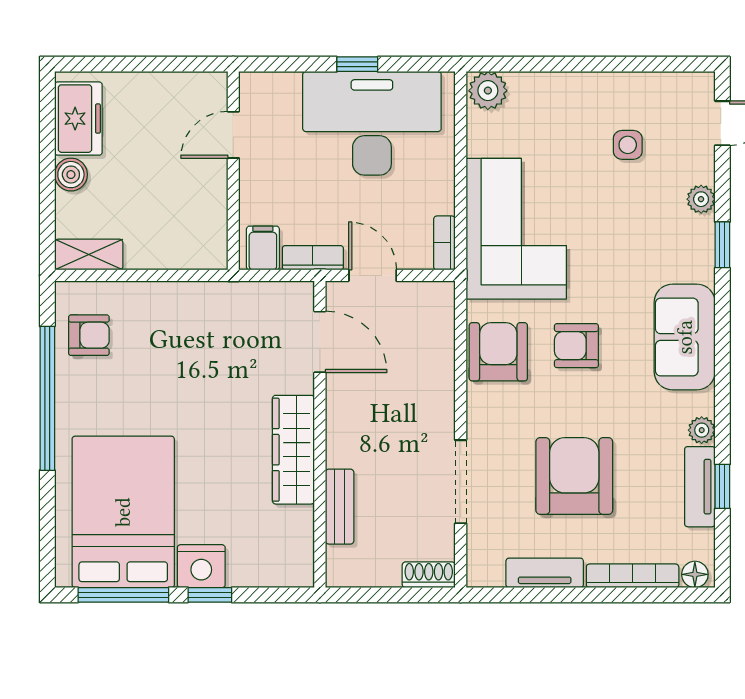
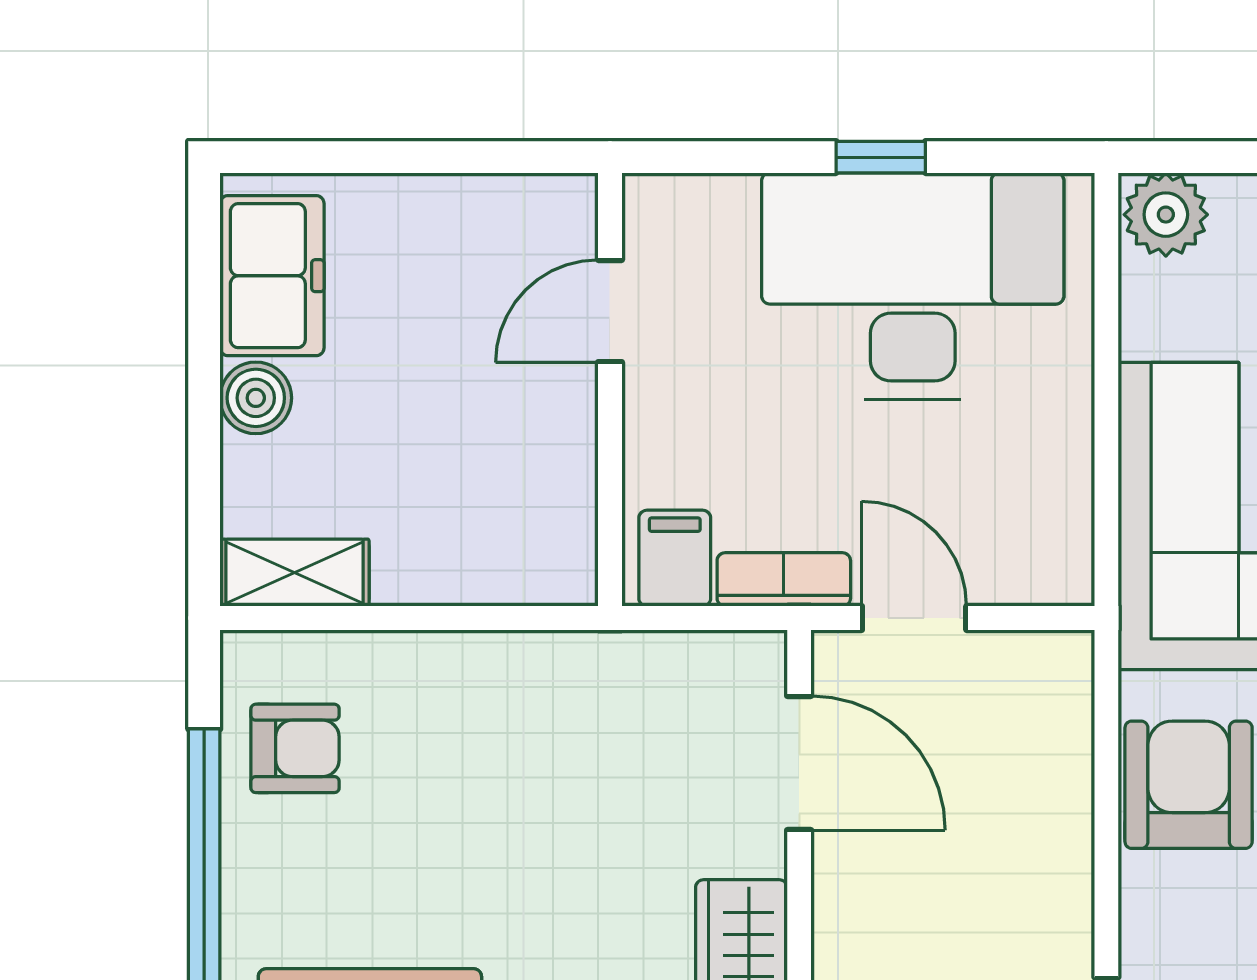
bookcase: (444, 243) -> (1071, 547), removed

